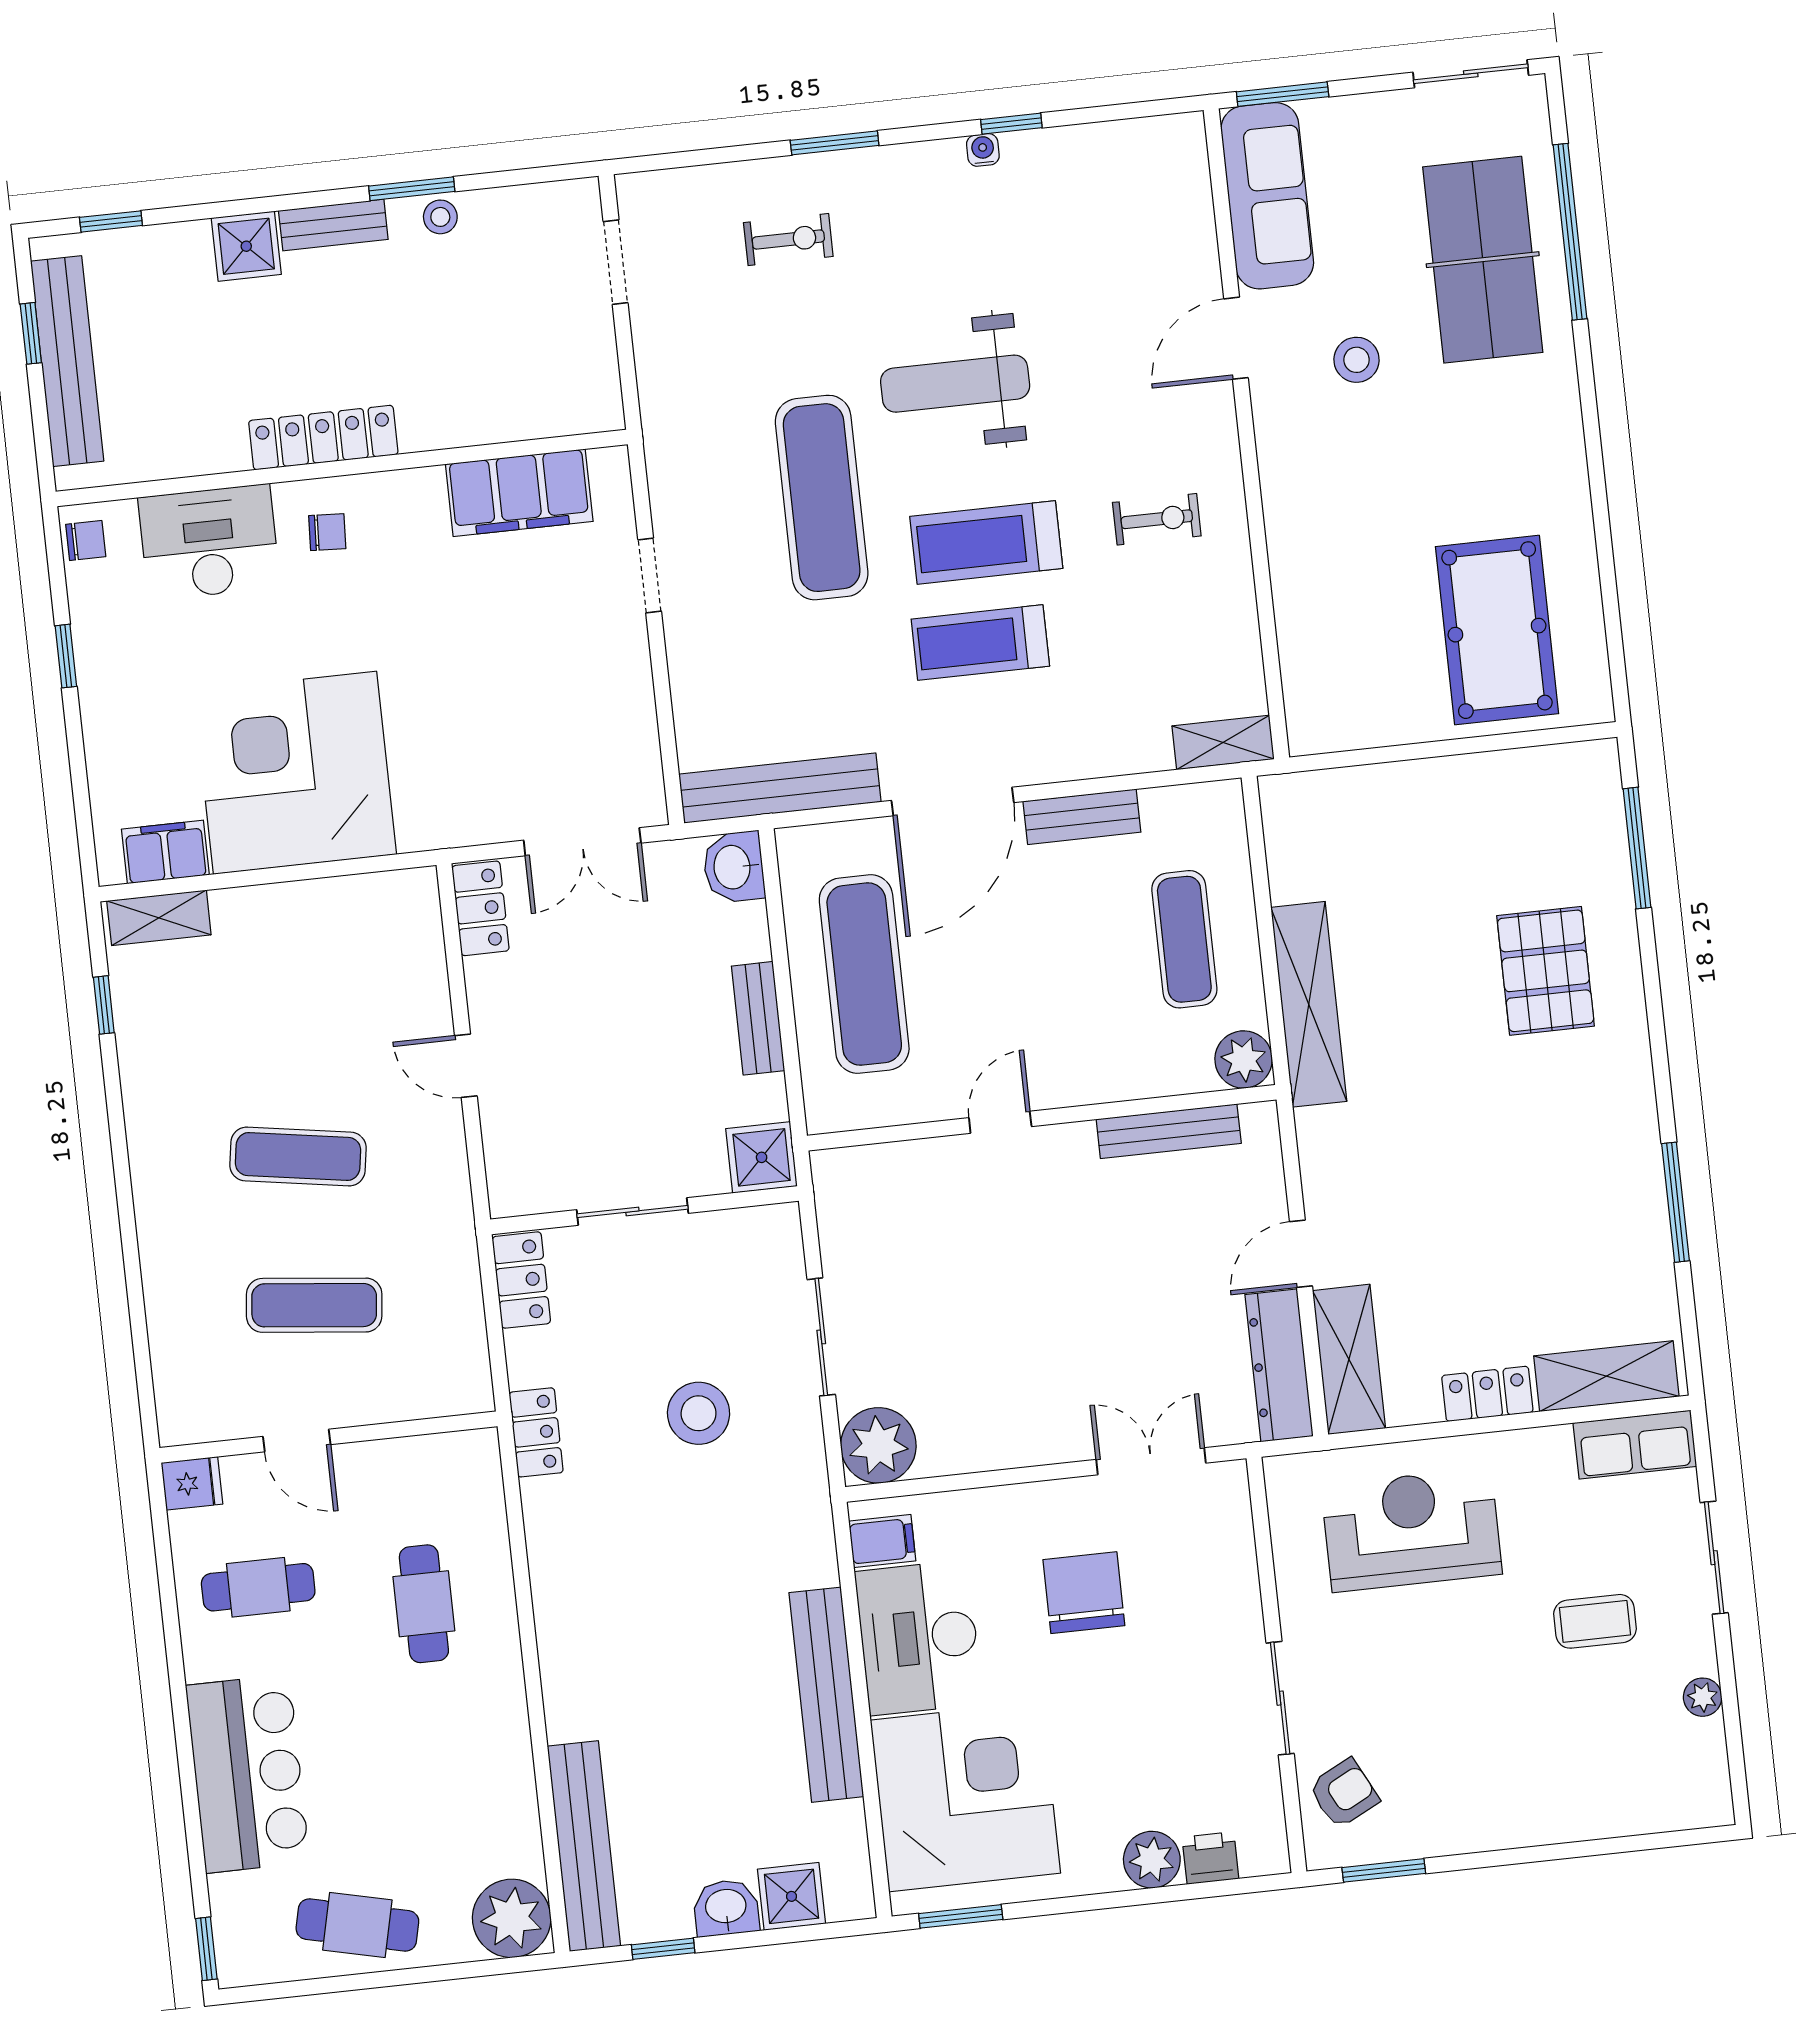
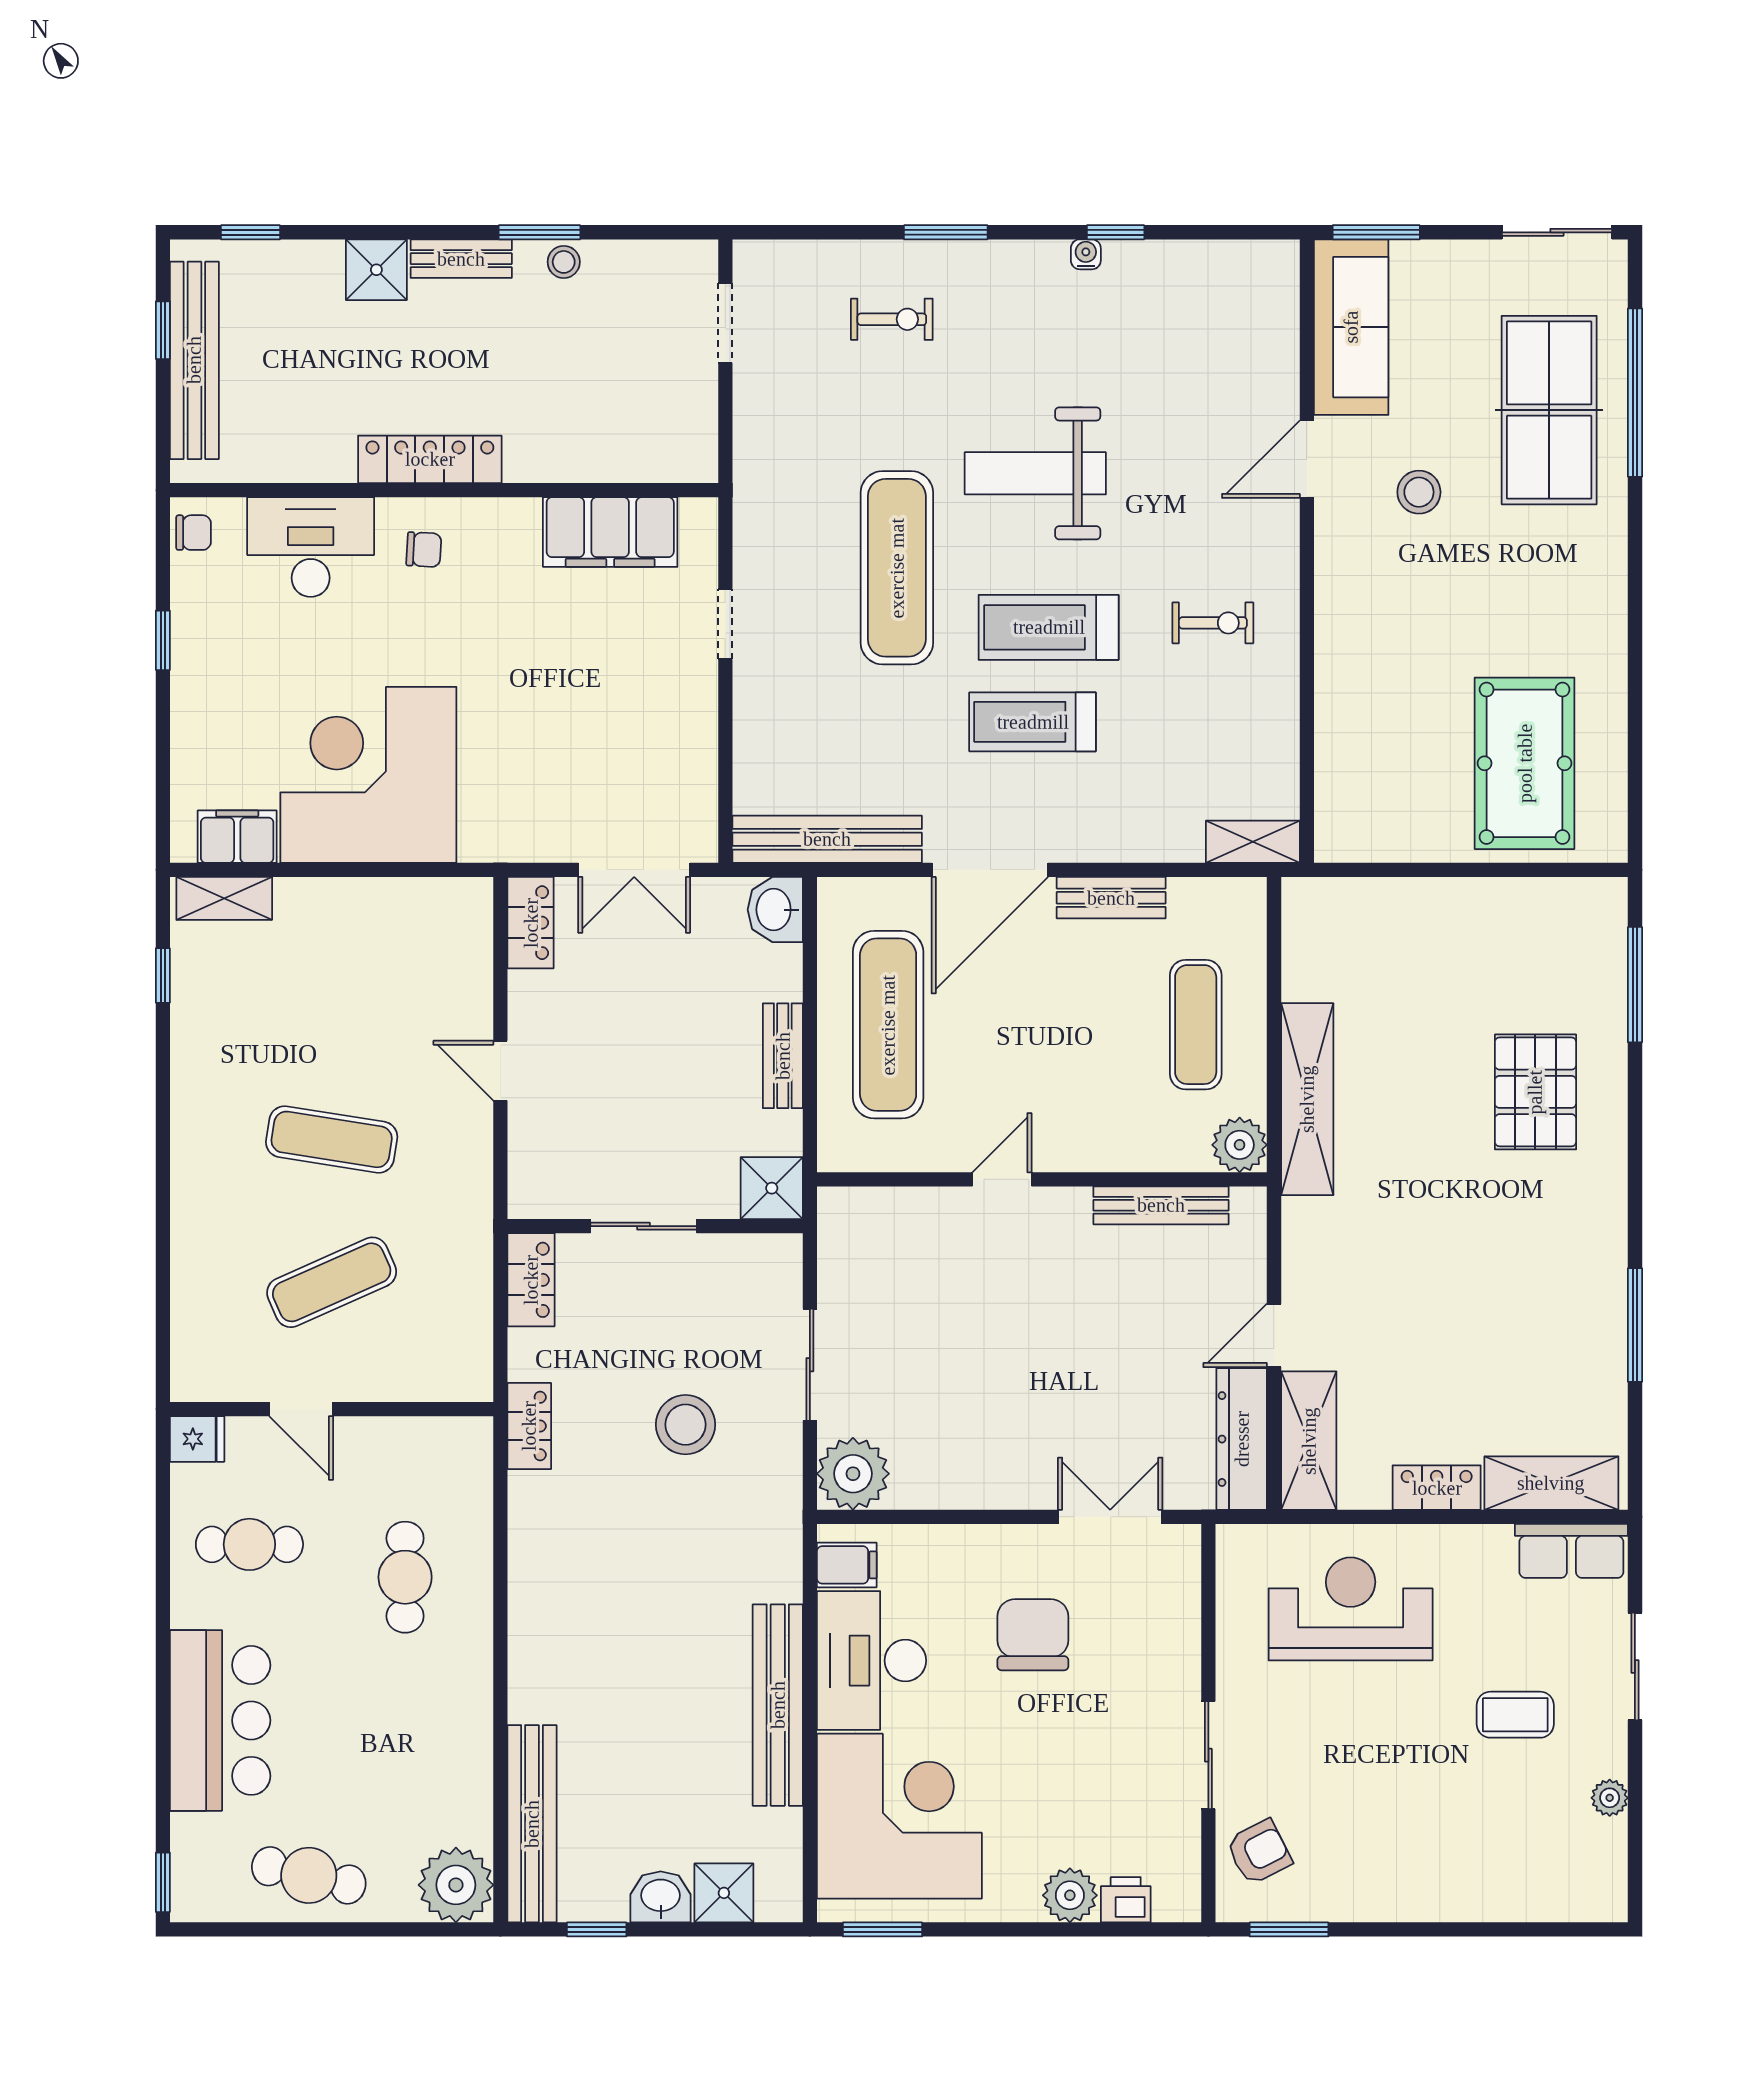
exercise mat: (314, 1305) -> (332, 1282), turned -30

